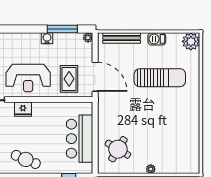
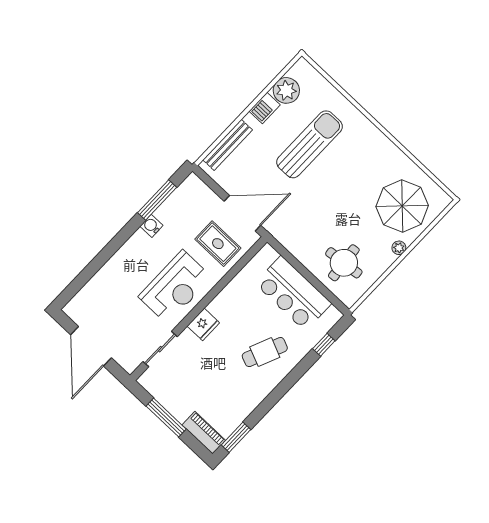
plant: (88, 38) -> (193, 181), removed
plant: (191, 41) -> (286, 90), moved
round table: (118, 149) -> (344, 263), turned -37
parasol: (173, 151) -> (402, 206), added
cafe table: (26, 159) -> (265, 352), moved

